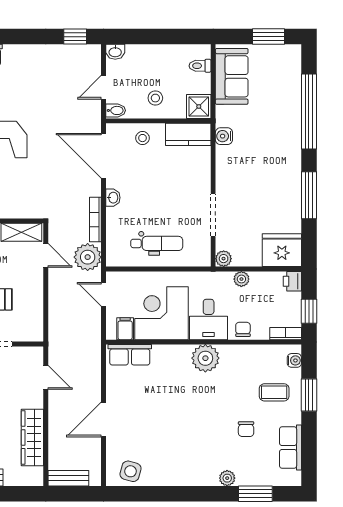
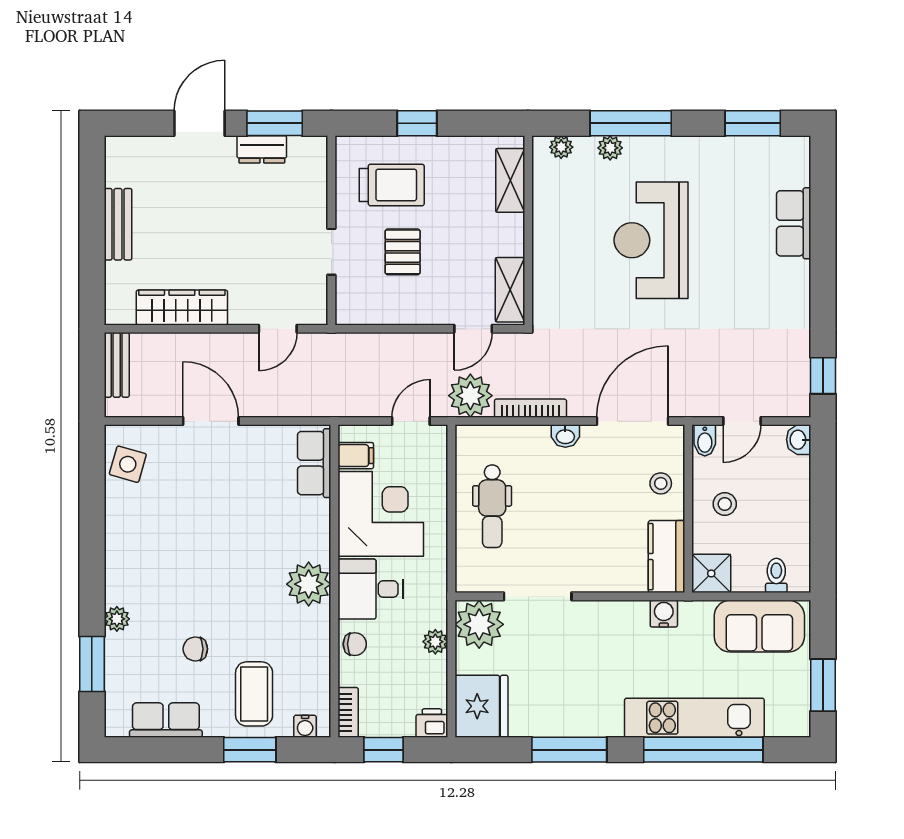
door: (103, 87) -> (742, 421), swing flipped
kitchen unit: (289, 117) -> (694, 718), added
plant: (224, 259) -> (479, 624), width x1.87, depth x1.87
coffee table: (274, 392) -> (254, 694), width x1.36, depth x1.30

